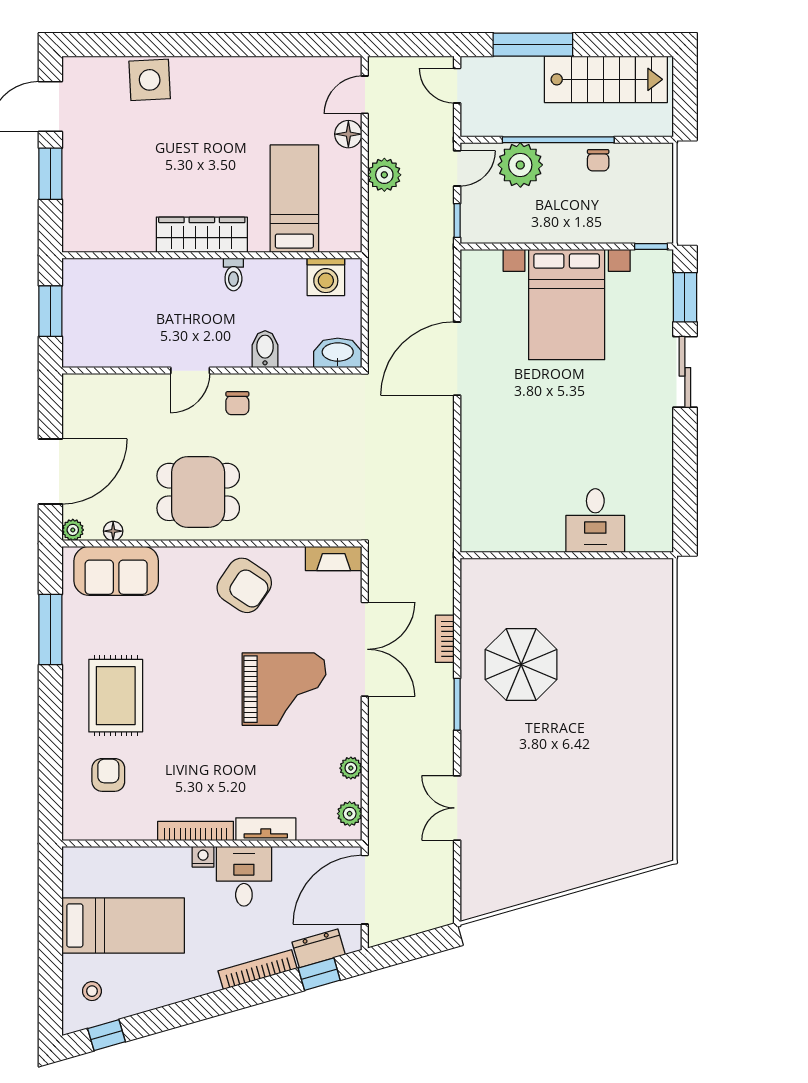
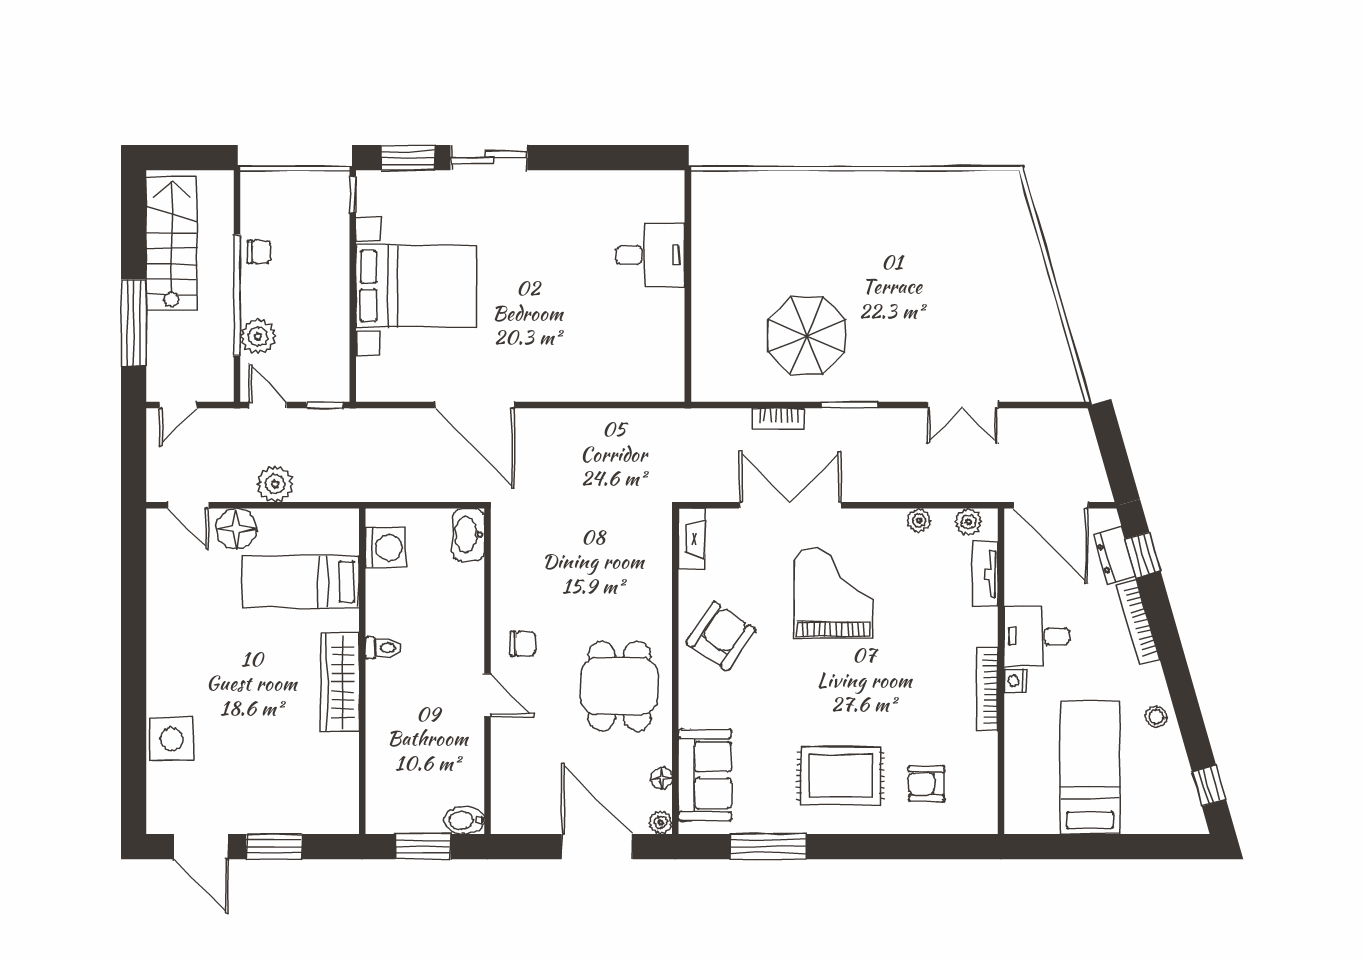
floor lamp: (348, 134) -> (236, 529), width x1.38, depth x1.38
plant: (520, 165) -> (258, 336), width x0.73, depth x0.73
bidet: (265, 349) -> (464, 820), moved
tv unit: (266, 829) -> (985, 574), moved
stool: (92, 991) -> (1156, 717), moved

